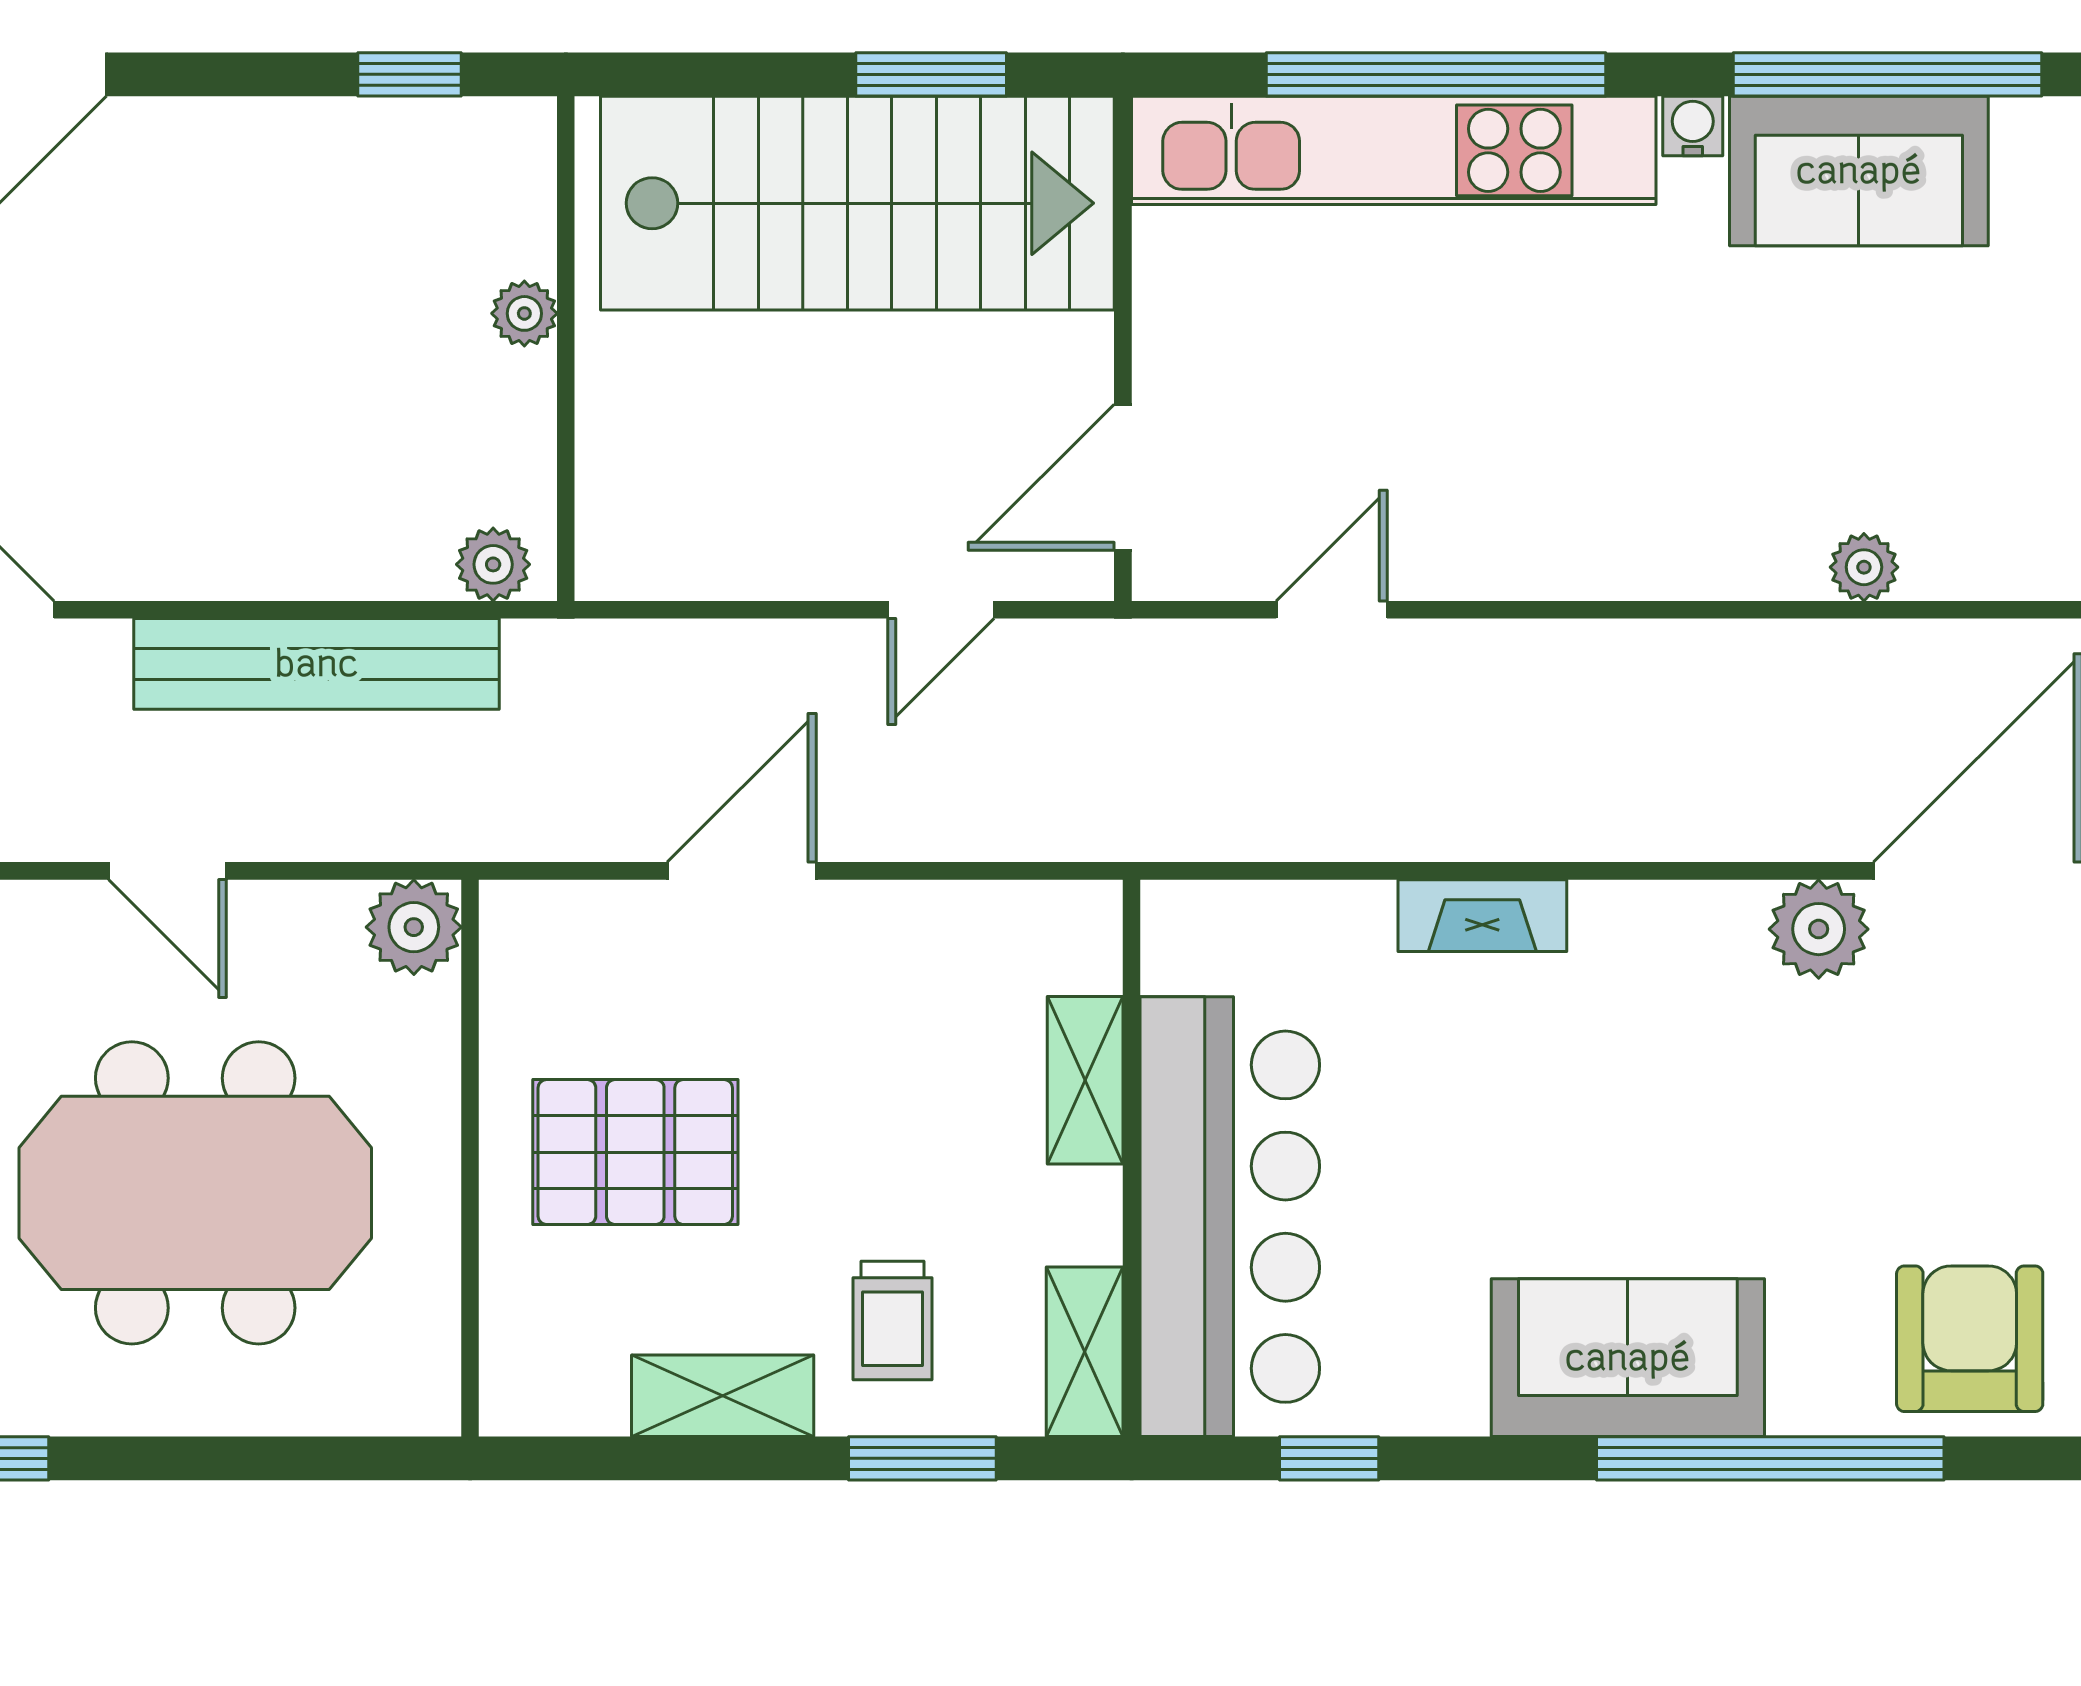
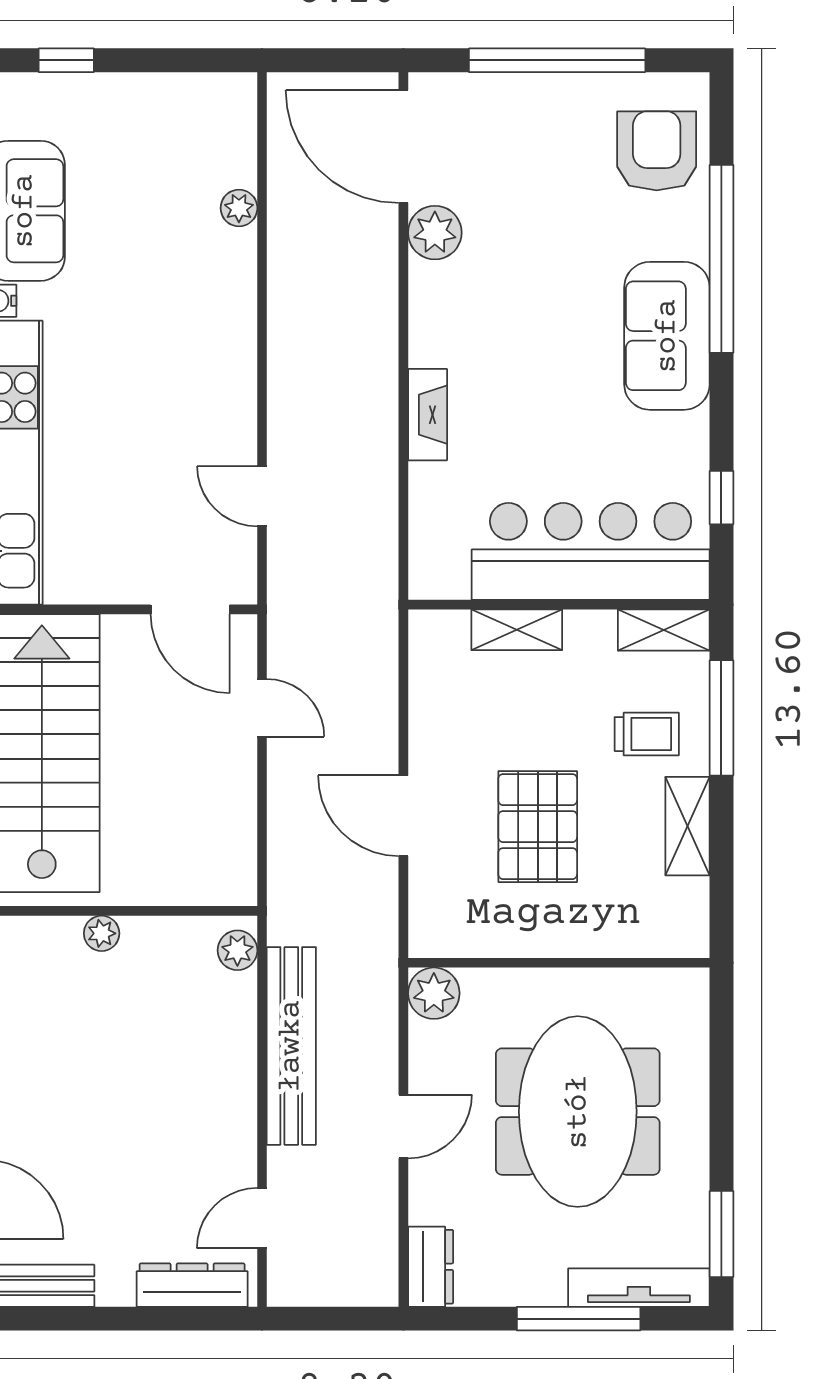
pallet: (635, 1152) -> (538, 827), moved
armchair: (1970, 1339) -> (657, 151), turned 90
window: (922, 1458) -> (721, 718), width x1.44

